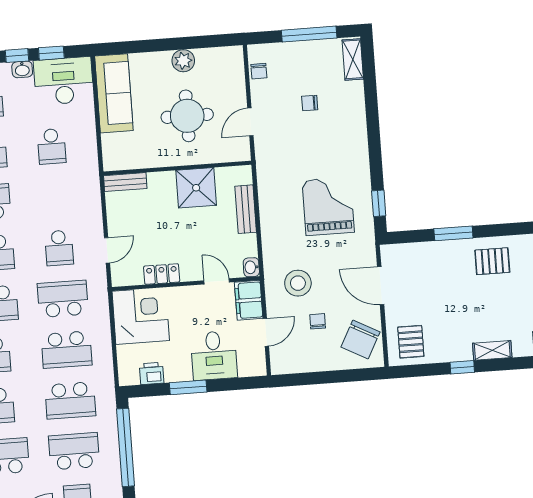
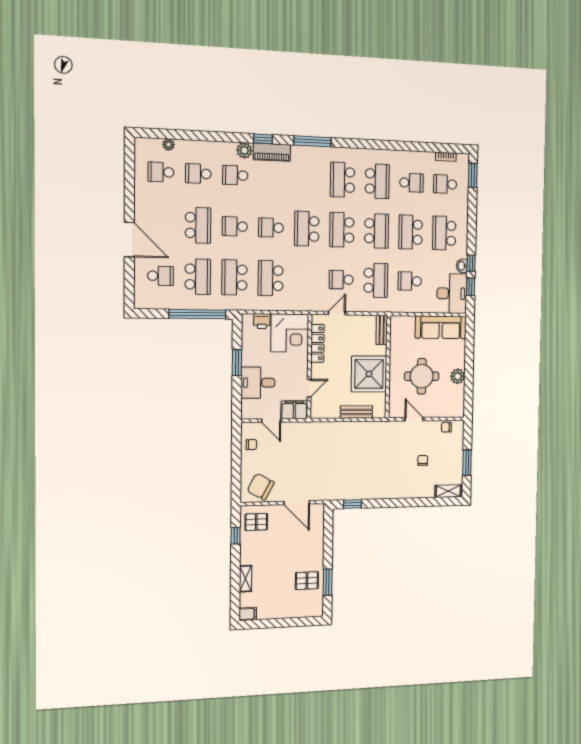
window: (309, 34) -> (467, 463), width x0.69
shower: (196, 188) -> (369, 374), width x1.37, depth x1.37
grand piano: (328, 206) -> (353, 469), removed
window: (453, 233) -> (328, 582), moved
door: (107, 250) -> (337, 313), swing flipped
pallet: (492, 261) -> (307, 581), turned 90
washbasin: (251, 267) -> (317, 413), removed
locker: (162, 274) -> (317, 343), width x1.53
stool: (298, 283) -> (303, 445), removed
door: (381, 286) -> (297, 503), swing flipped
school desk: (63, 299) -> (376, 280), moved
chair: (318, 321) -> (251, 445), moved
window: (462, 367) -> (236, 536), moved
printer: (152, 373) -> (262, 321), moved, turned 90

